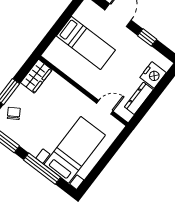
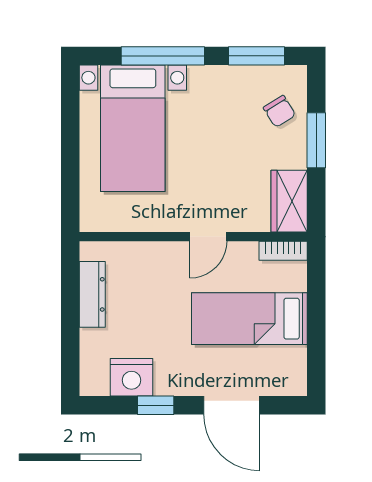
bookcase: (53, 59) -> (283, 251), added
nightstand: (153, 75) -> (132, 377), moved, turned -90
door: (105, 107) -> (208, 237), moved

